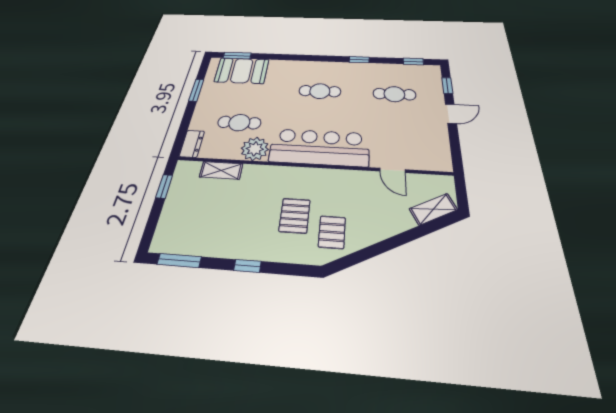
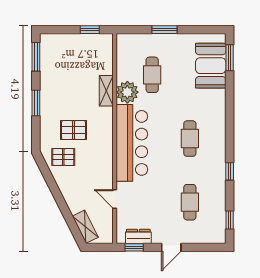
window: (447, 86) -> (134, 247), moved
window: (196, 90) -> (165, 30), moved
door: (451, 114) -> (171, 247), hinge flipped
dresser: (192, 144) -> (138, 236), moved, turned 180
shelving: (221, 170) -> (106, 91), moved
door: (392, 170) -> (115, 199), hinge flipped
window: (247, 266) -> (36, 103), width x1.50

